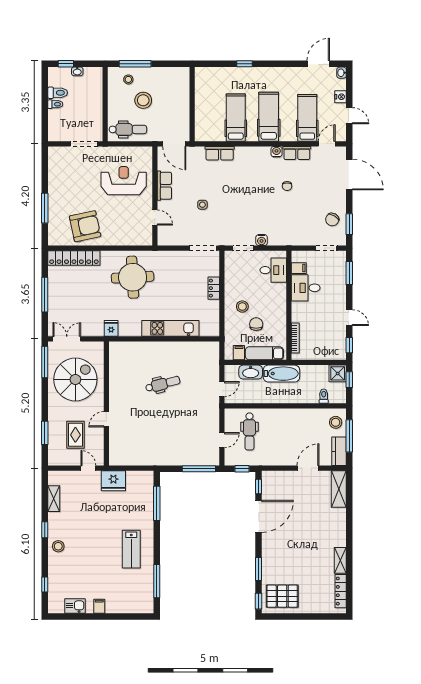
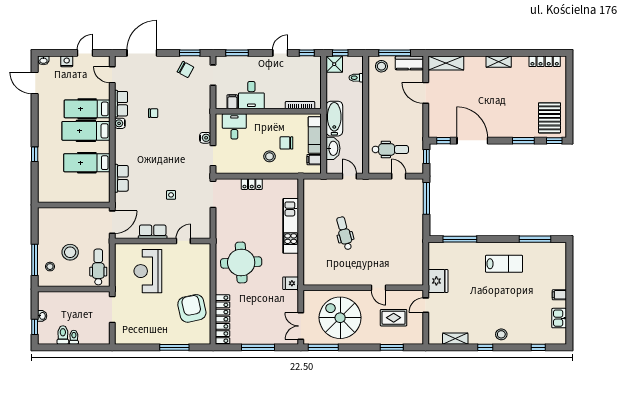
hospital bed: (307, 118) -> (87, 109), moved
shelving: (340, 560) -> (499, 62), moved

